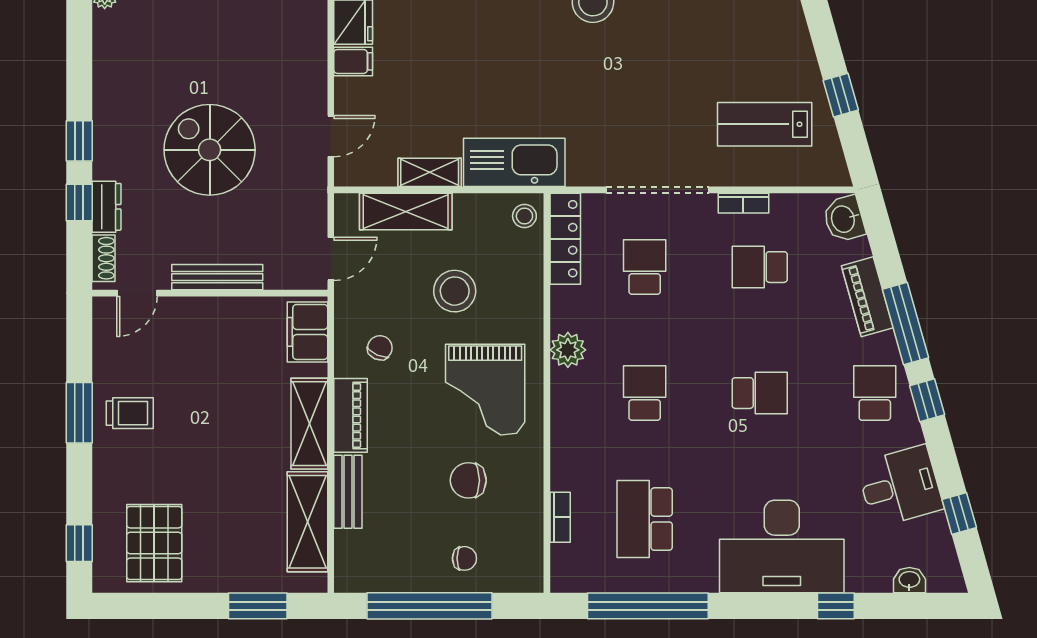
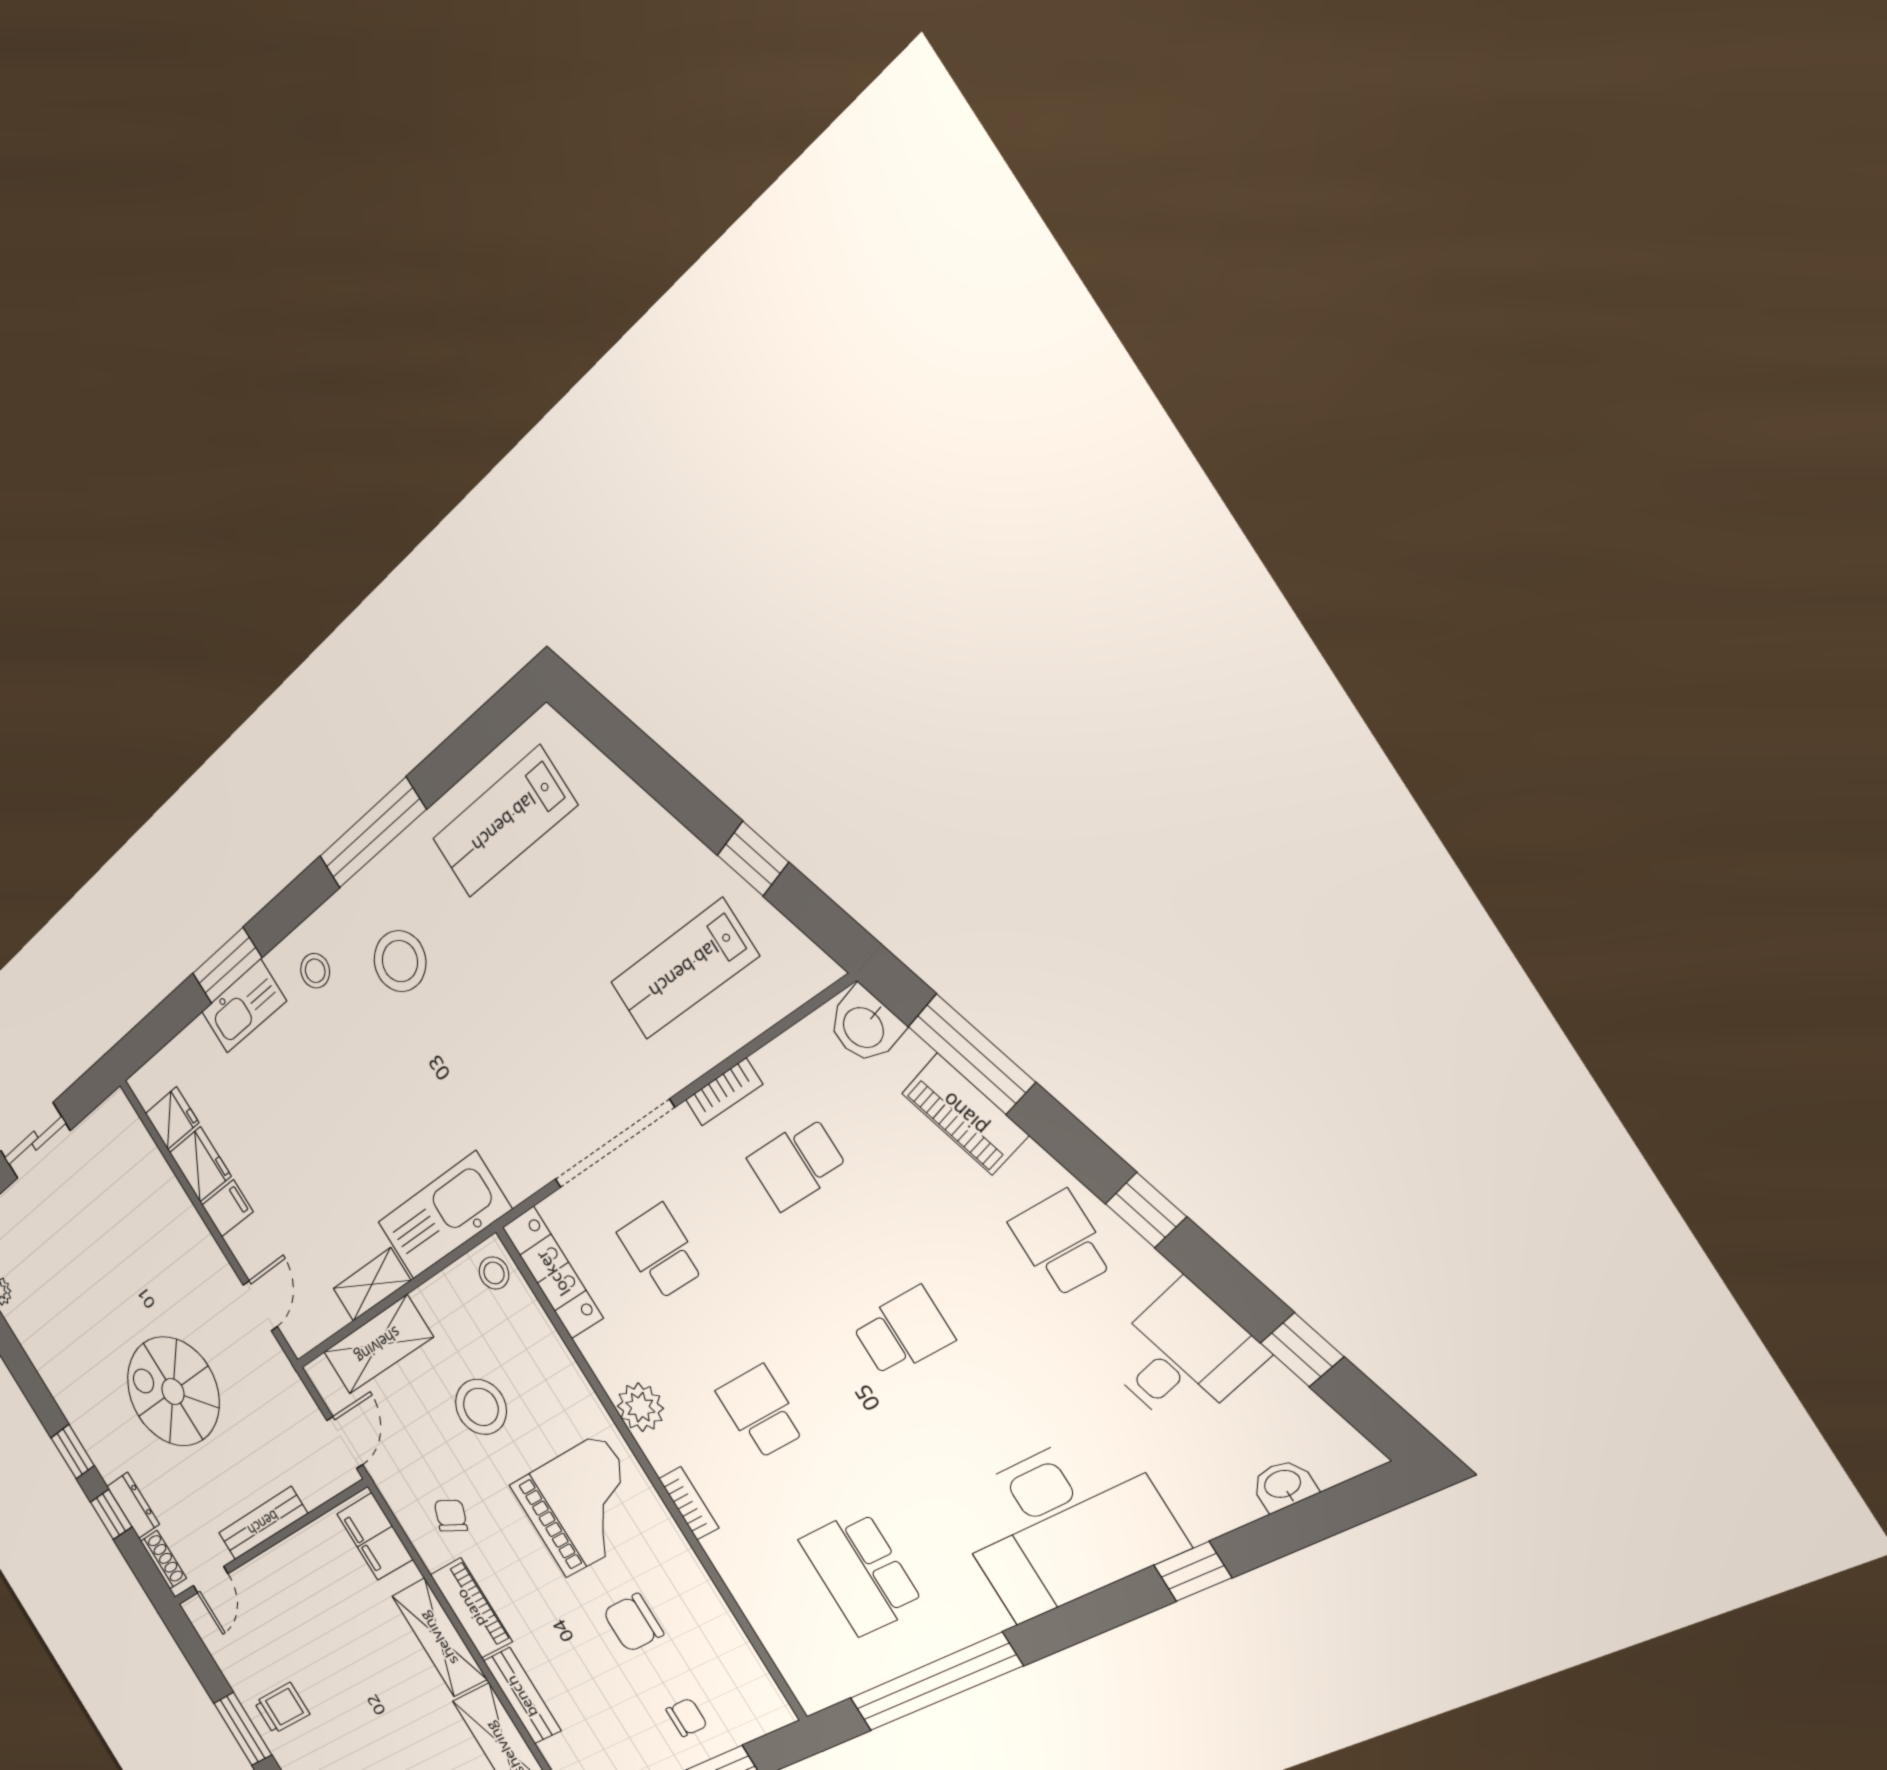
window: (905, 324) -> (971, 1054), moved
grand piano: (485, 390) -> (583, 1506), turned -90
bookcase: (560, 517) -> (689, 1503), moved

